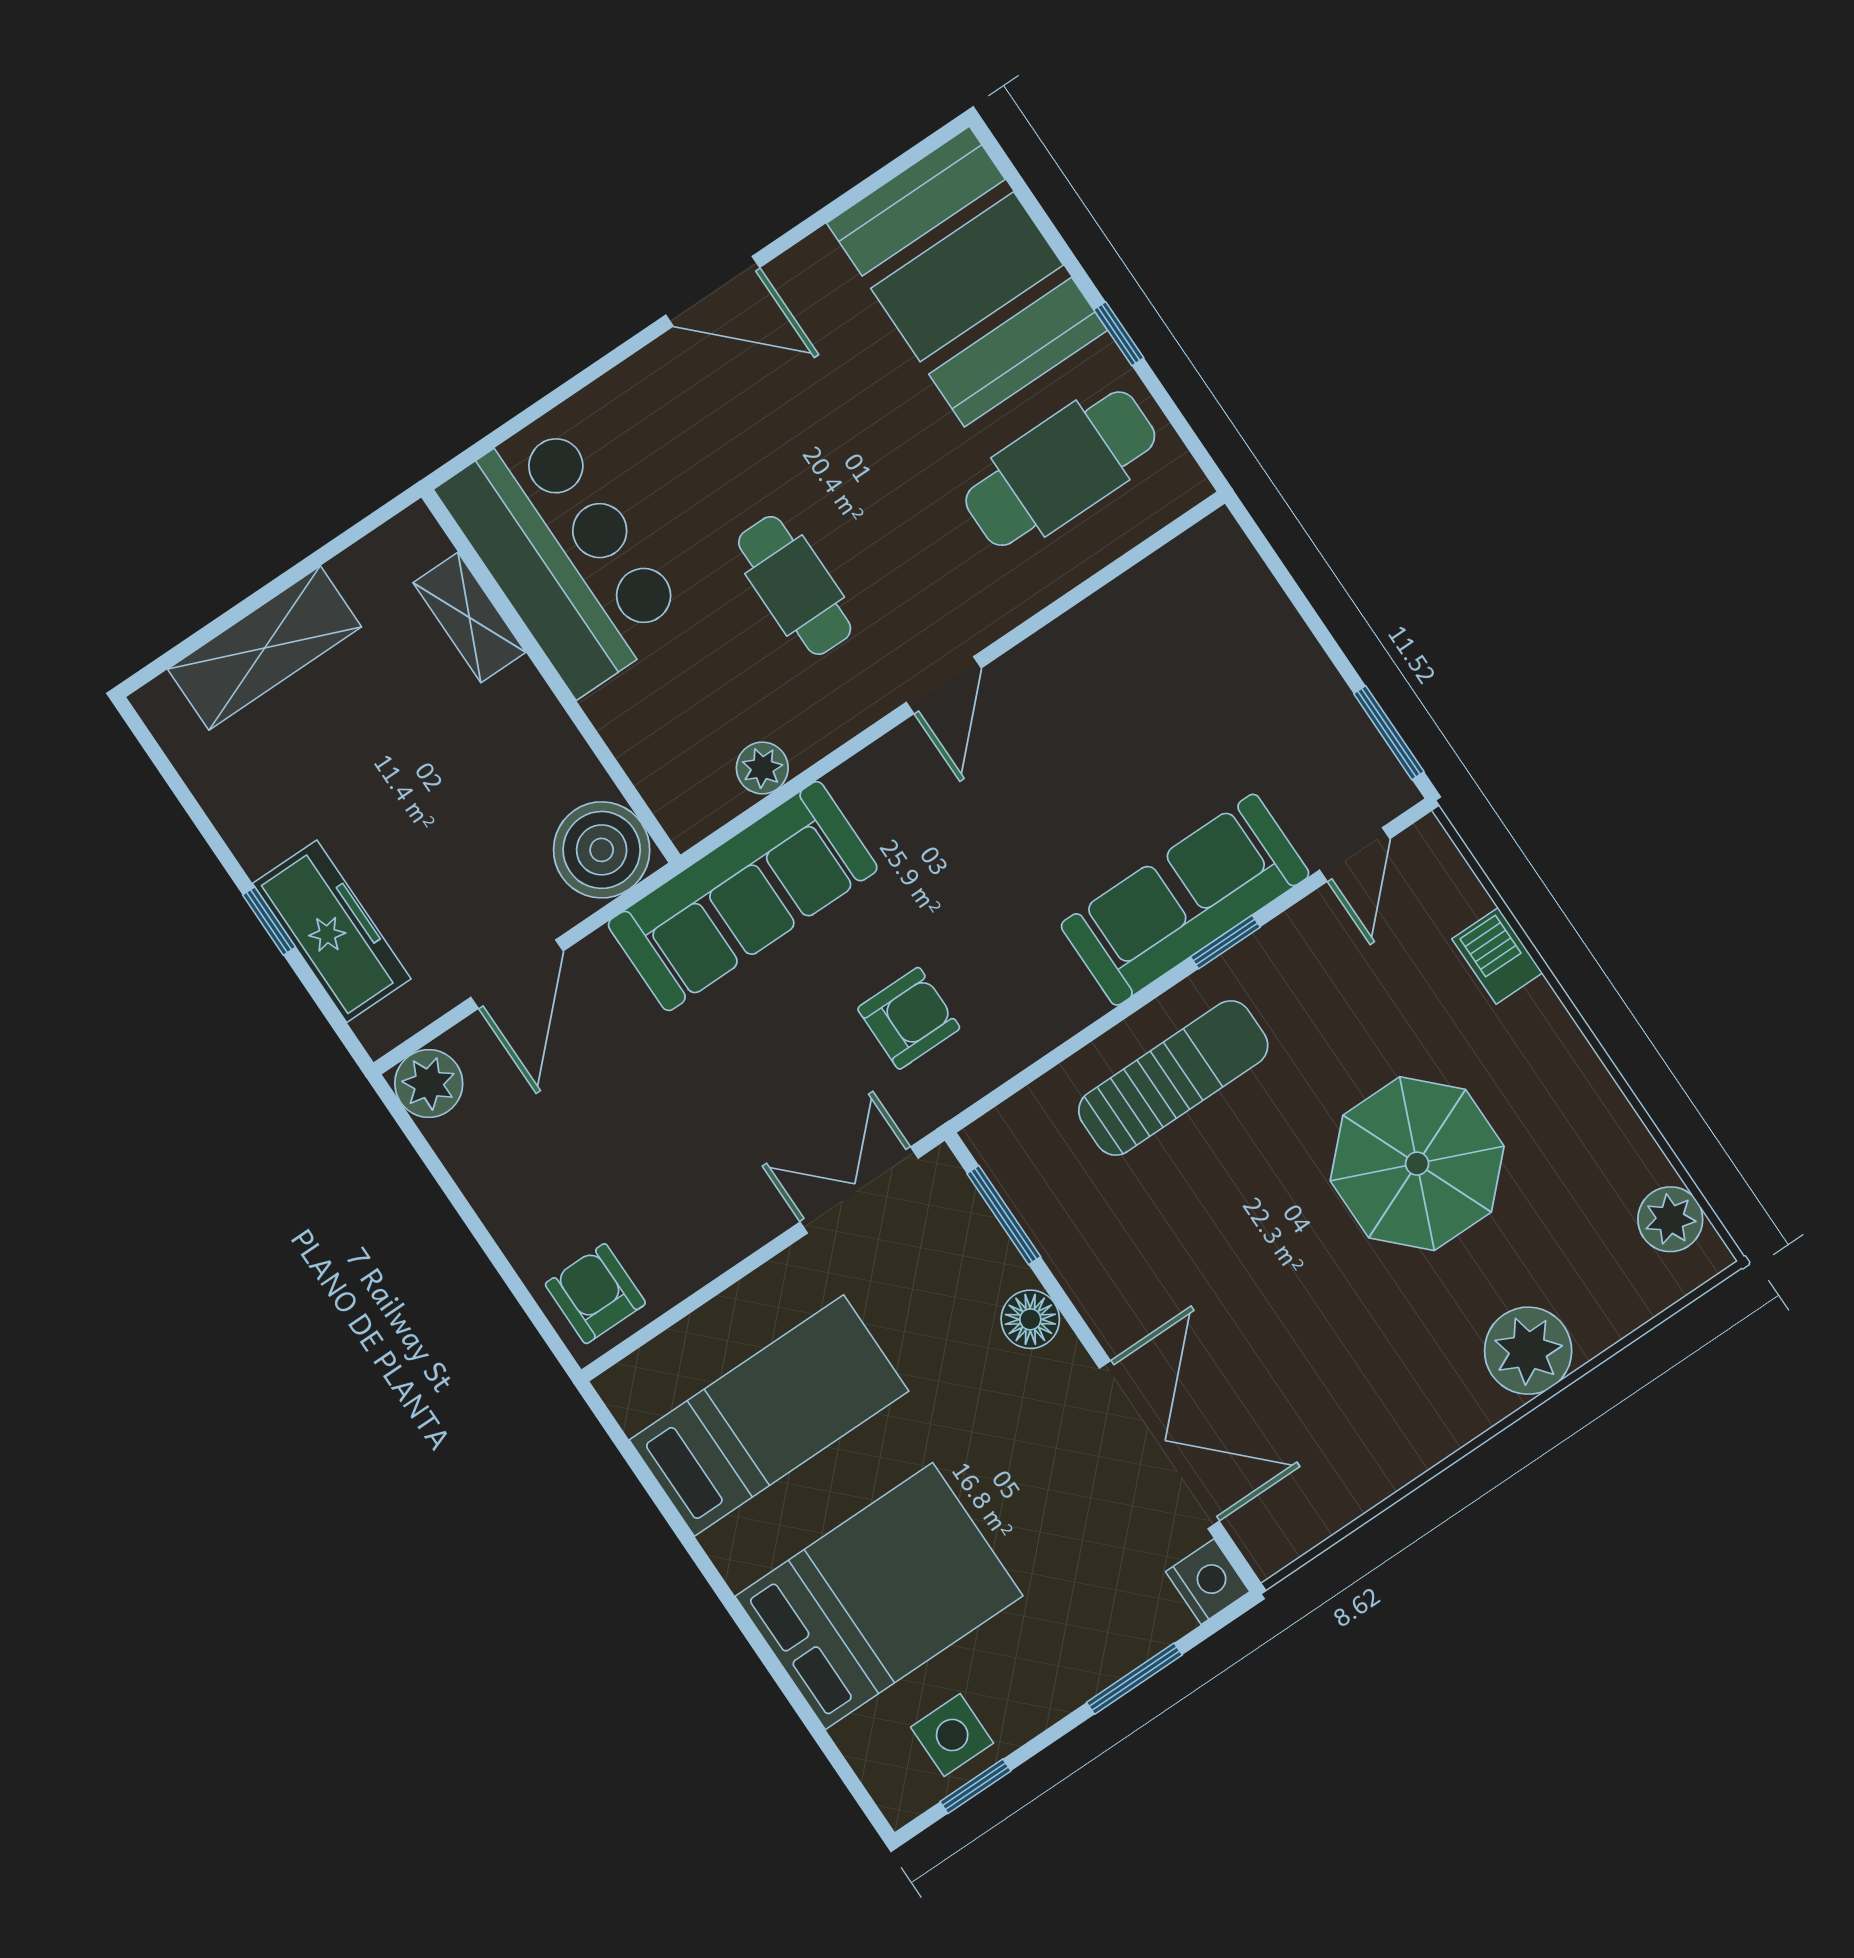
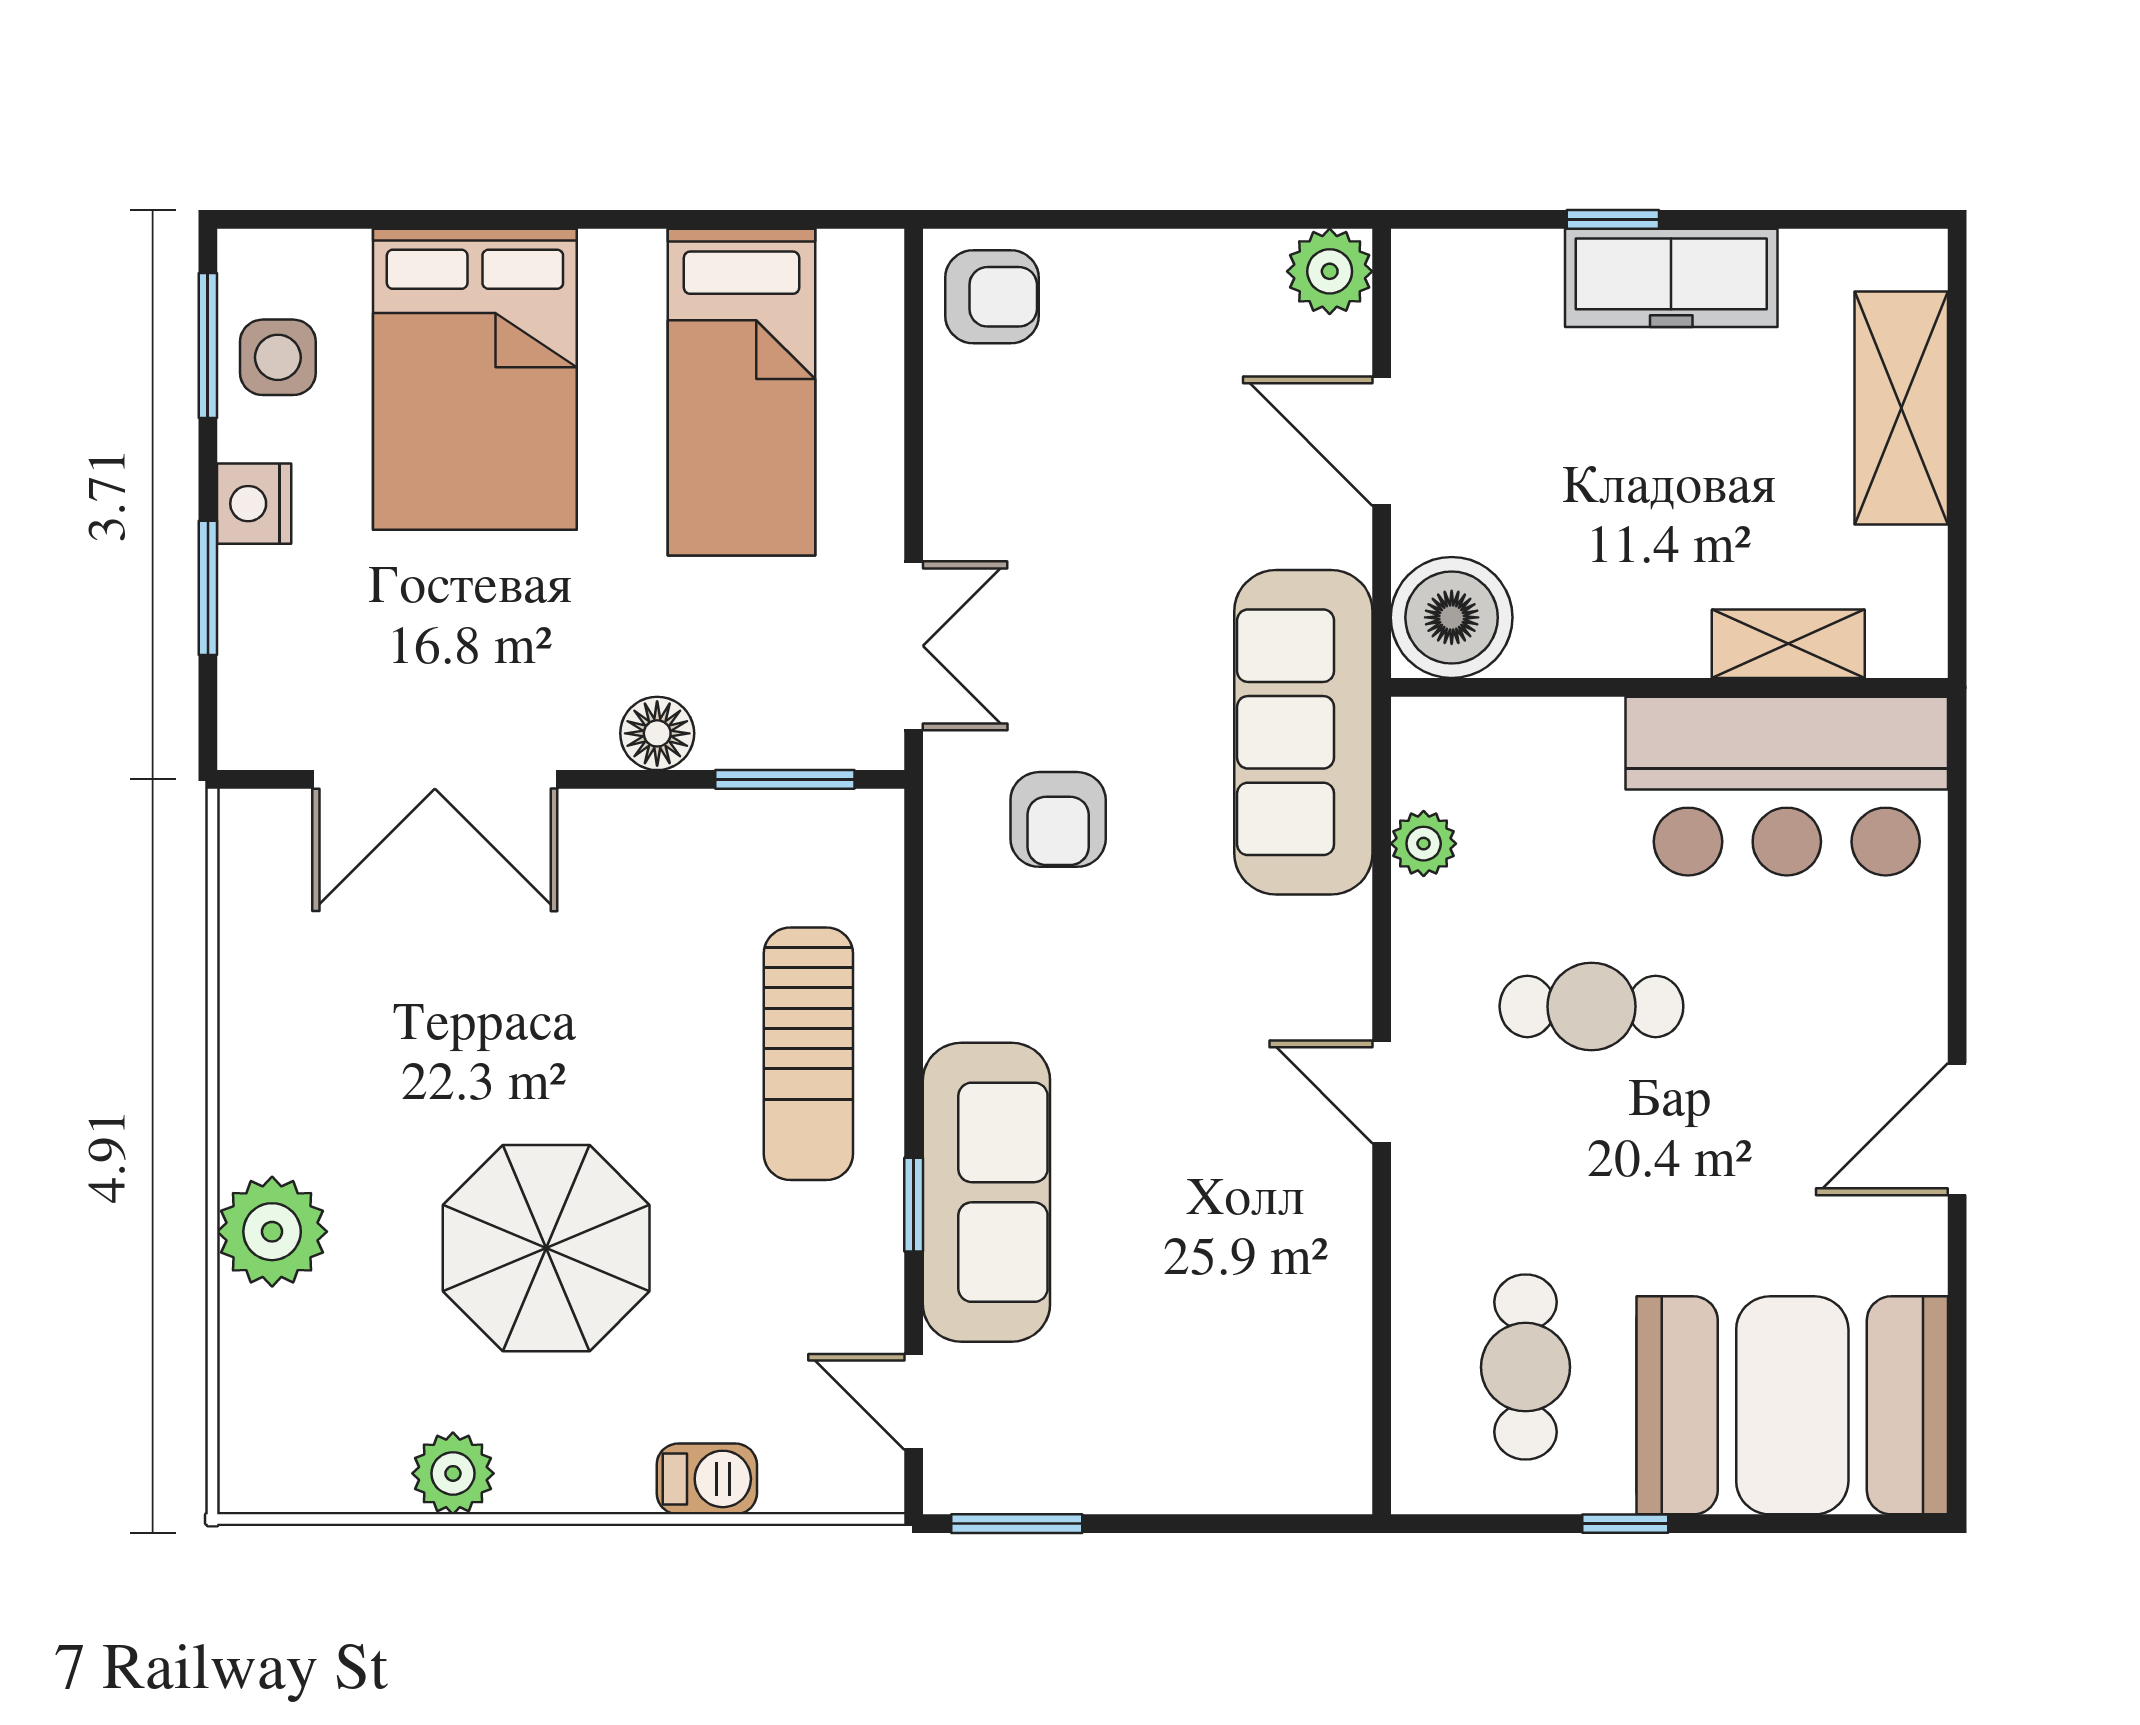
cafe table: (1060, 469) -> (1526, 1367), width x0.73, depth x0.74
freezer: (332, 931) -> (1671, 278), moved
plant: (1670, 1219) -> (453, 1473), moved
nightstand: (1208, 1582) -> (254, 504), moved, turned 90
window: (975, 1786) -> (208, 345), width x1.50

